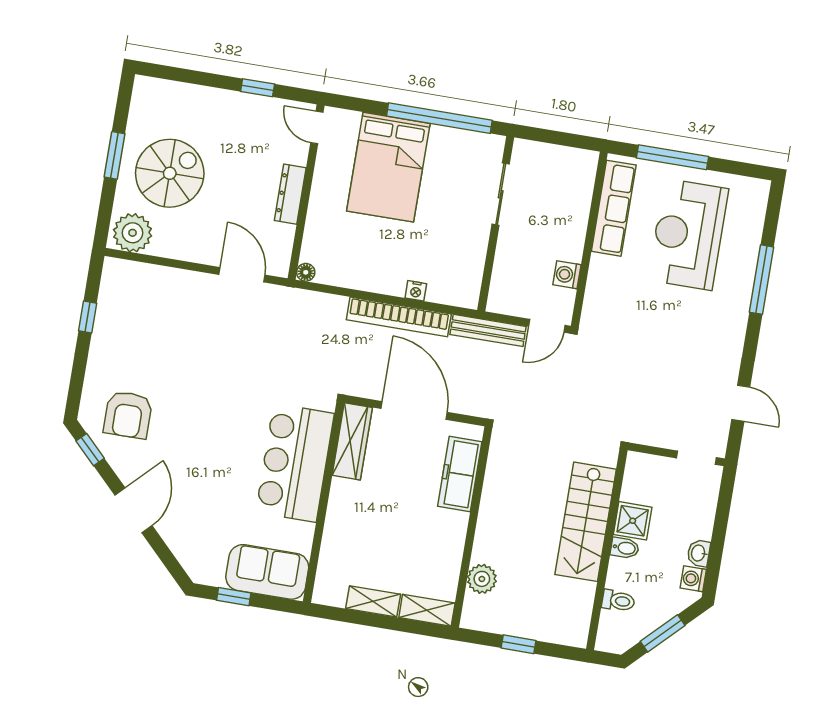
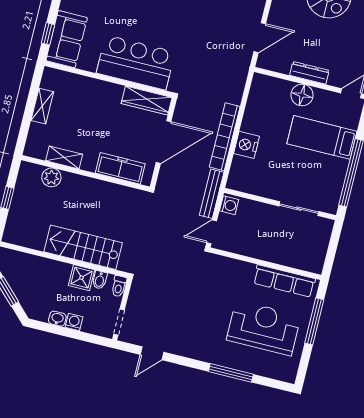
bed: (388, 167) -> (322, 137), width x0.67
floor lamp: (306, 272) -> (302, 95), moved, width x1.89, depth x1.89
washing machine: (567, 275) -> (229, 205), moved, turned 90
nightstand: (416, 291) -> (247, 145), width x1.89, depth x1.79
door: (547, 326) -> (212, 232), hinge flipped
bidet: (625, 548) -> (100, 280), moved
washing machine: (693, 579) -> (74, 322), moved
window: (234, 597) -> (48, 34), moved
toilet: (618, 601) -> (119, 286), moved
shelving: (427, 610) -> (64, 158), moved, turned 90

